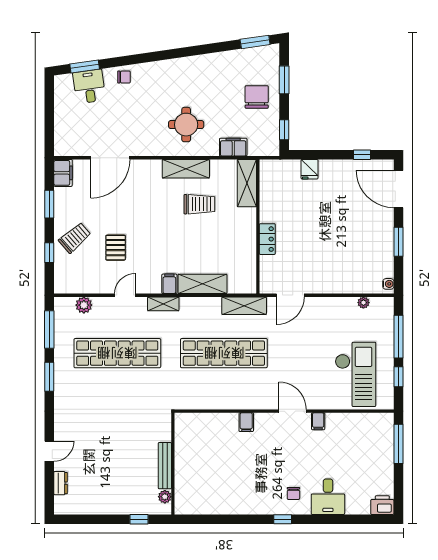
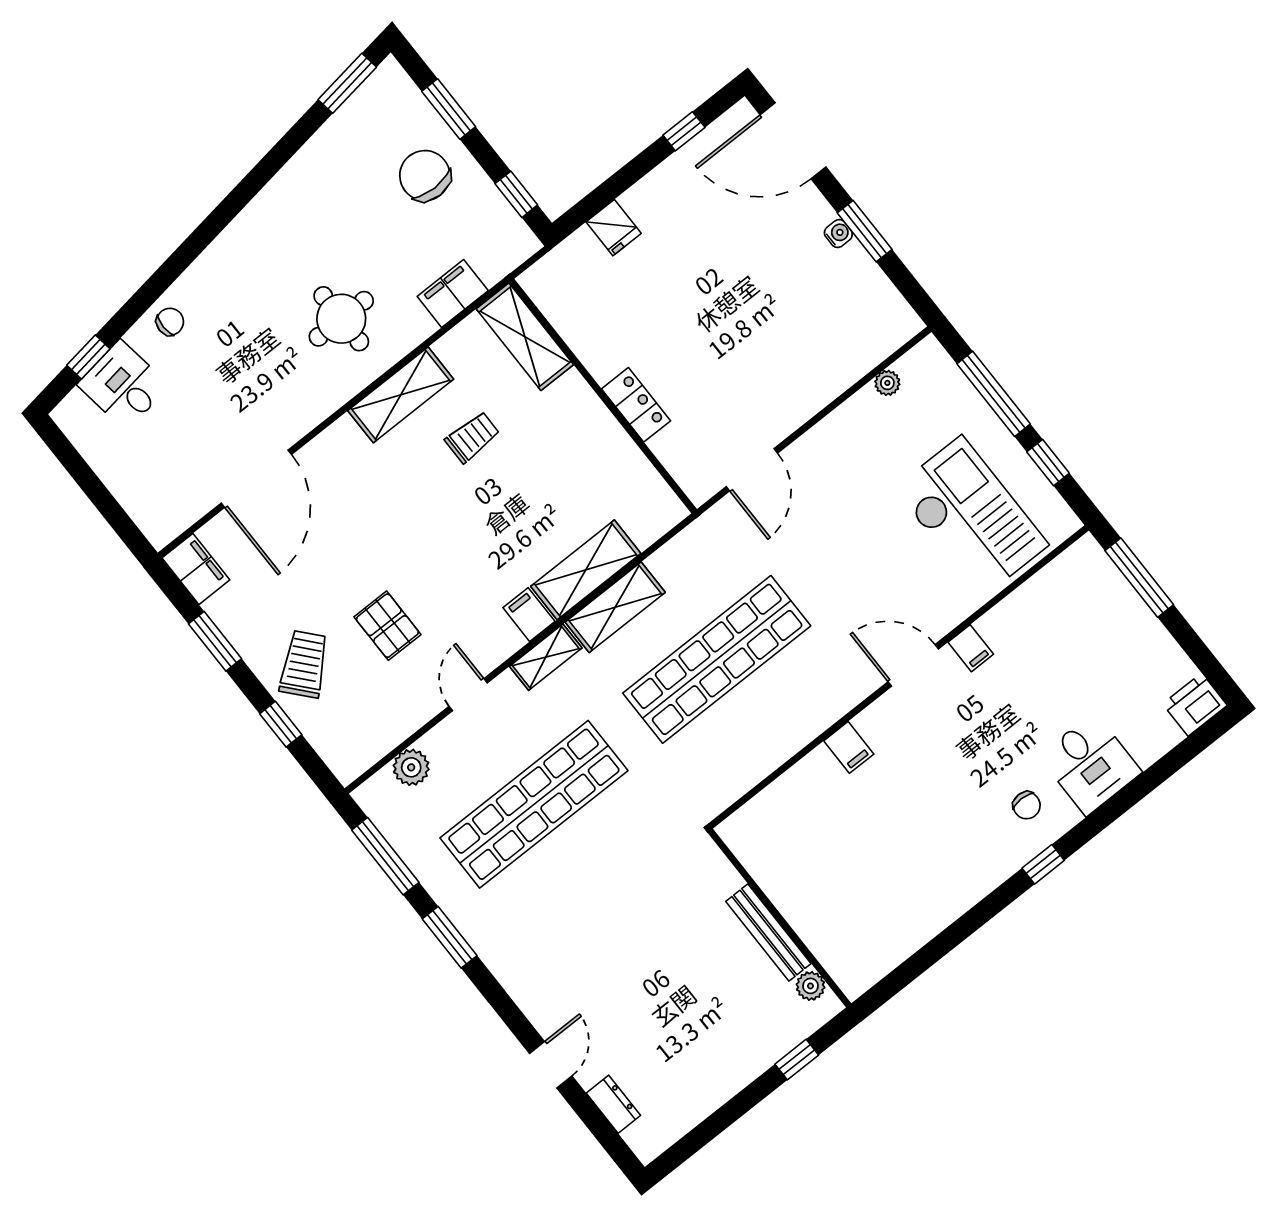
window: (85, 66) -> (88, 357), width x0.67
trolley: (199, 204) -> (472, 437), width x0.73, depth x0.72
water cooler: (388, 284) -> (838, 234), moved
shelving: (244, 306) -> (615, 607), moved

